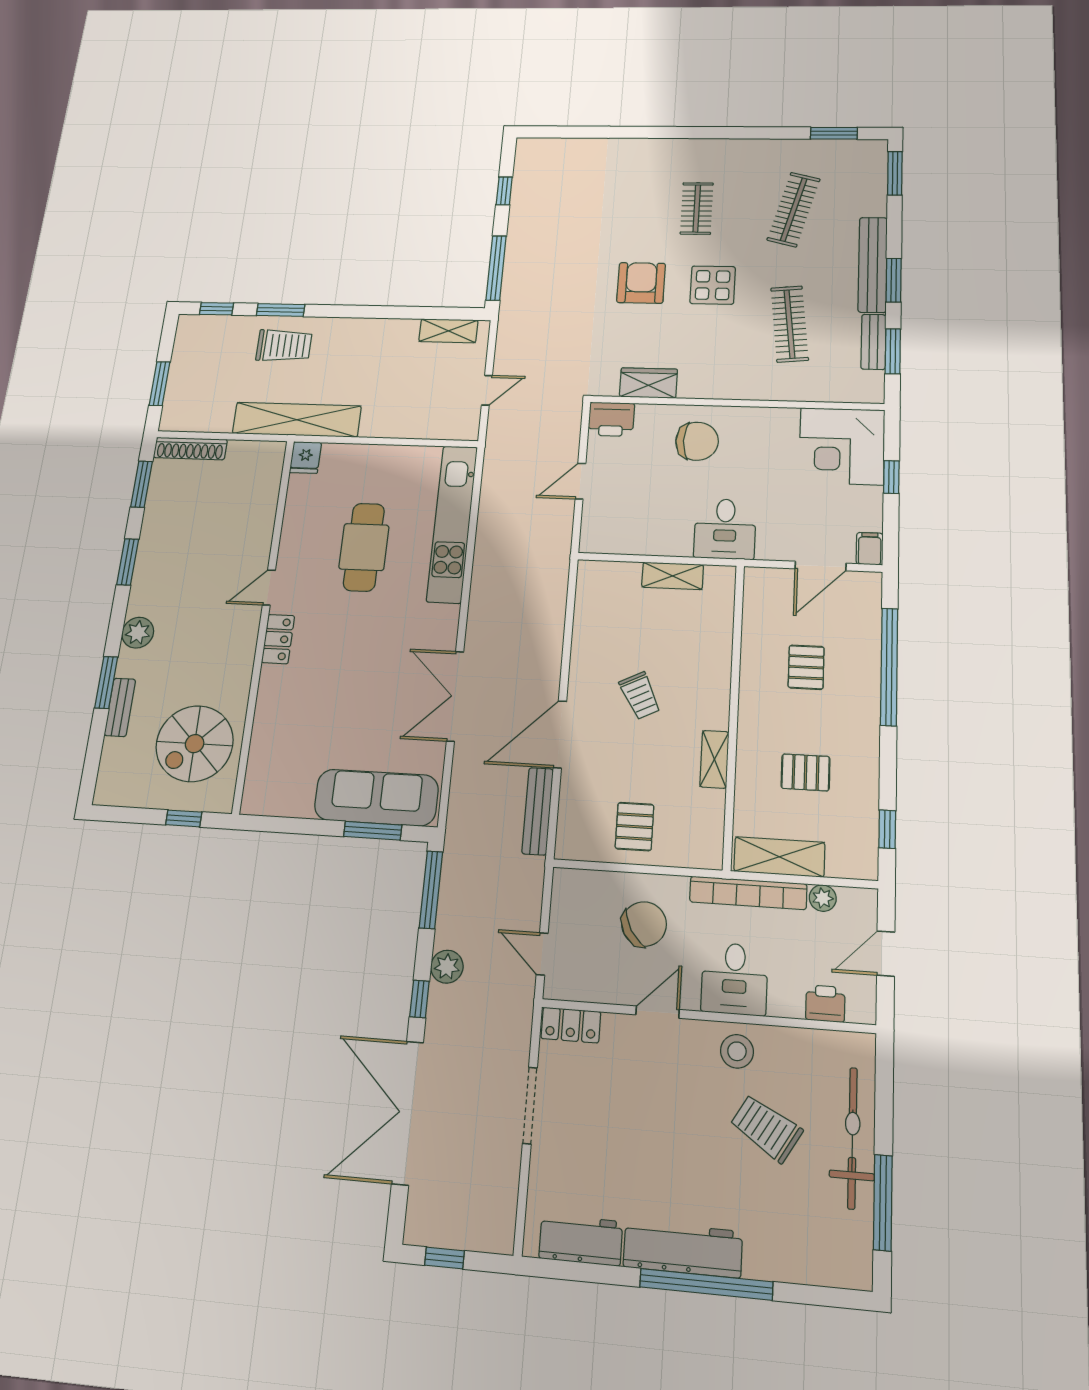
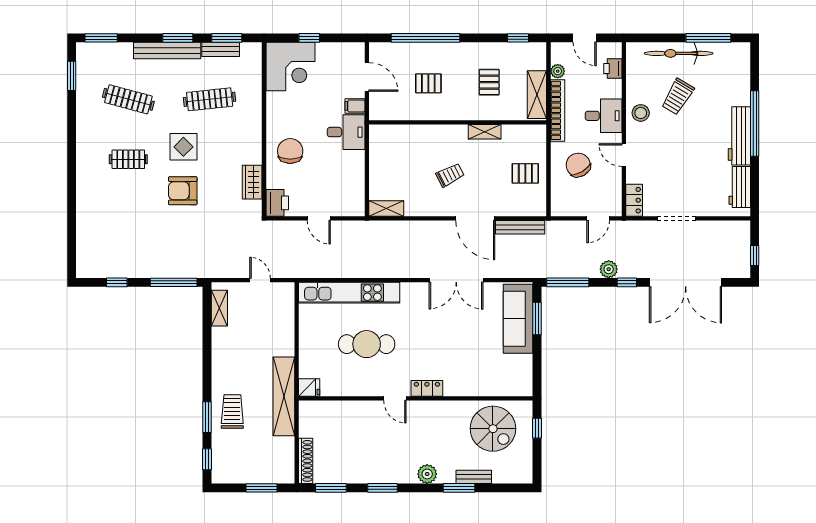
filing cabinet: (870, 549) -> (355, 106), moved
shelving: (673, 576) -> (386, 209), moved, turned 90

